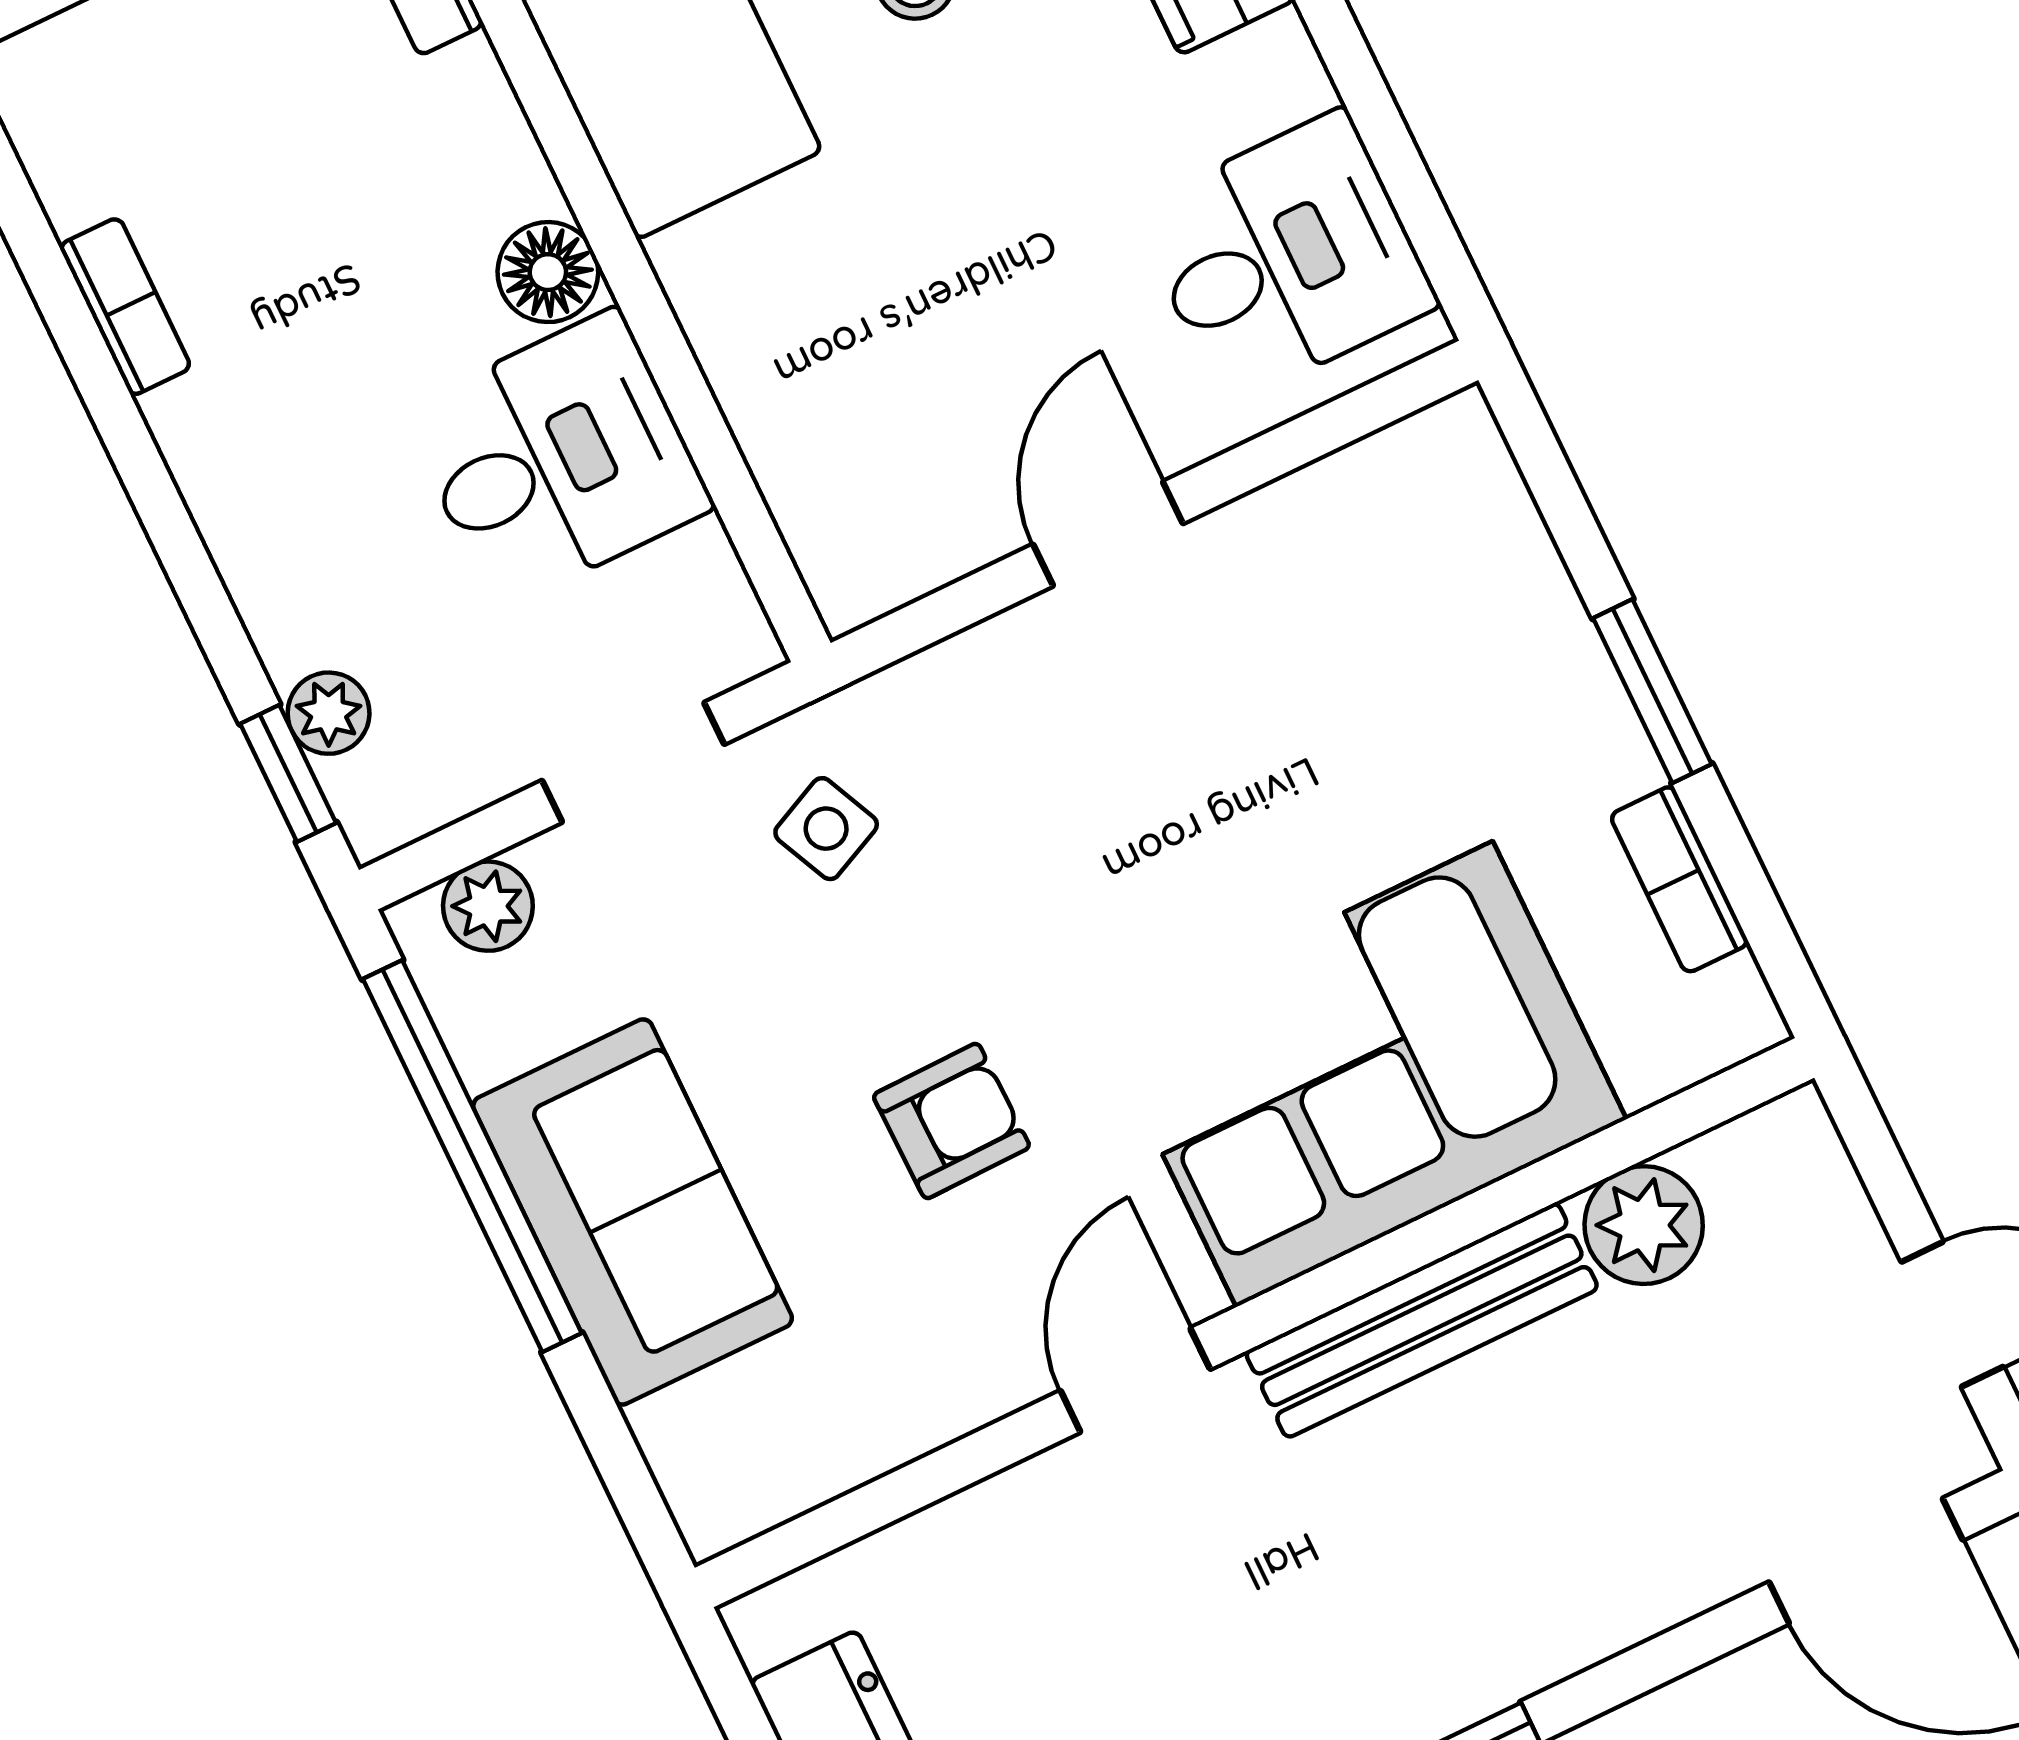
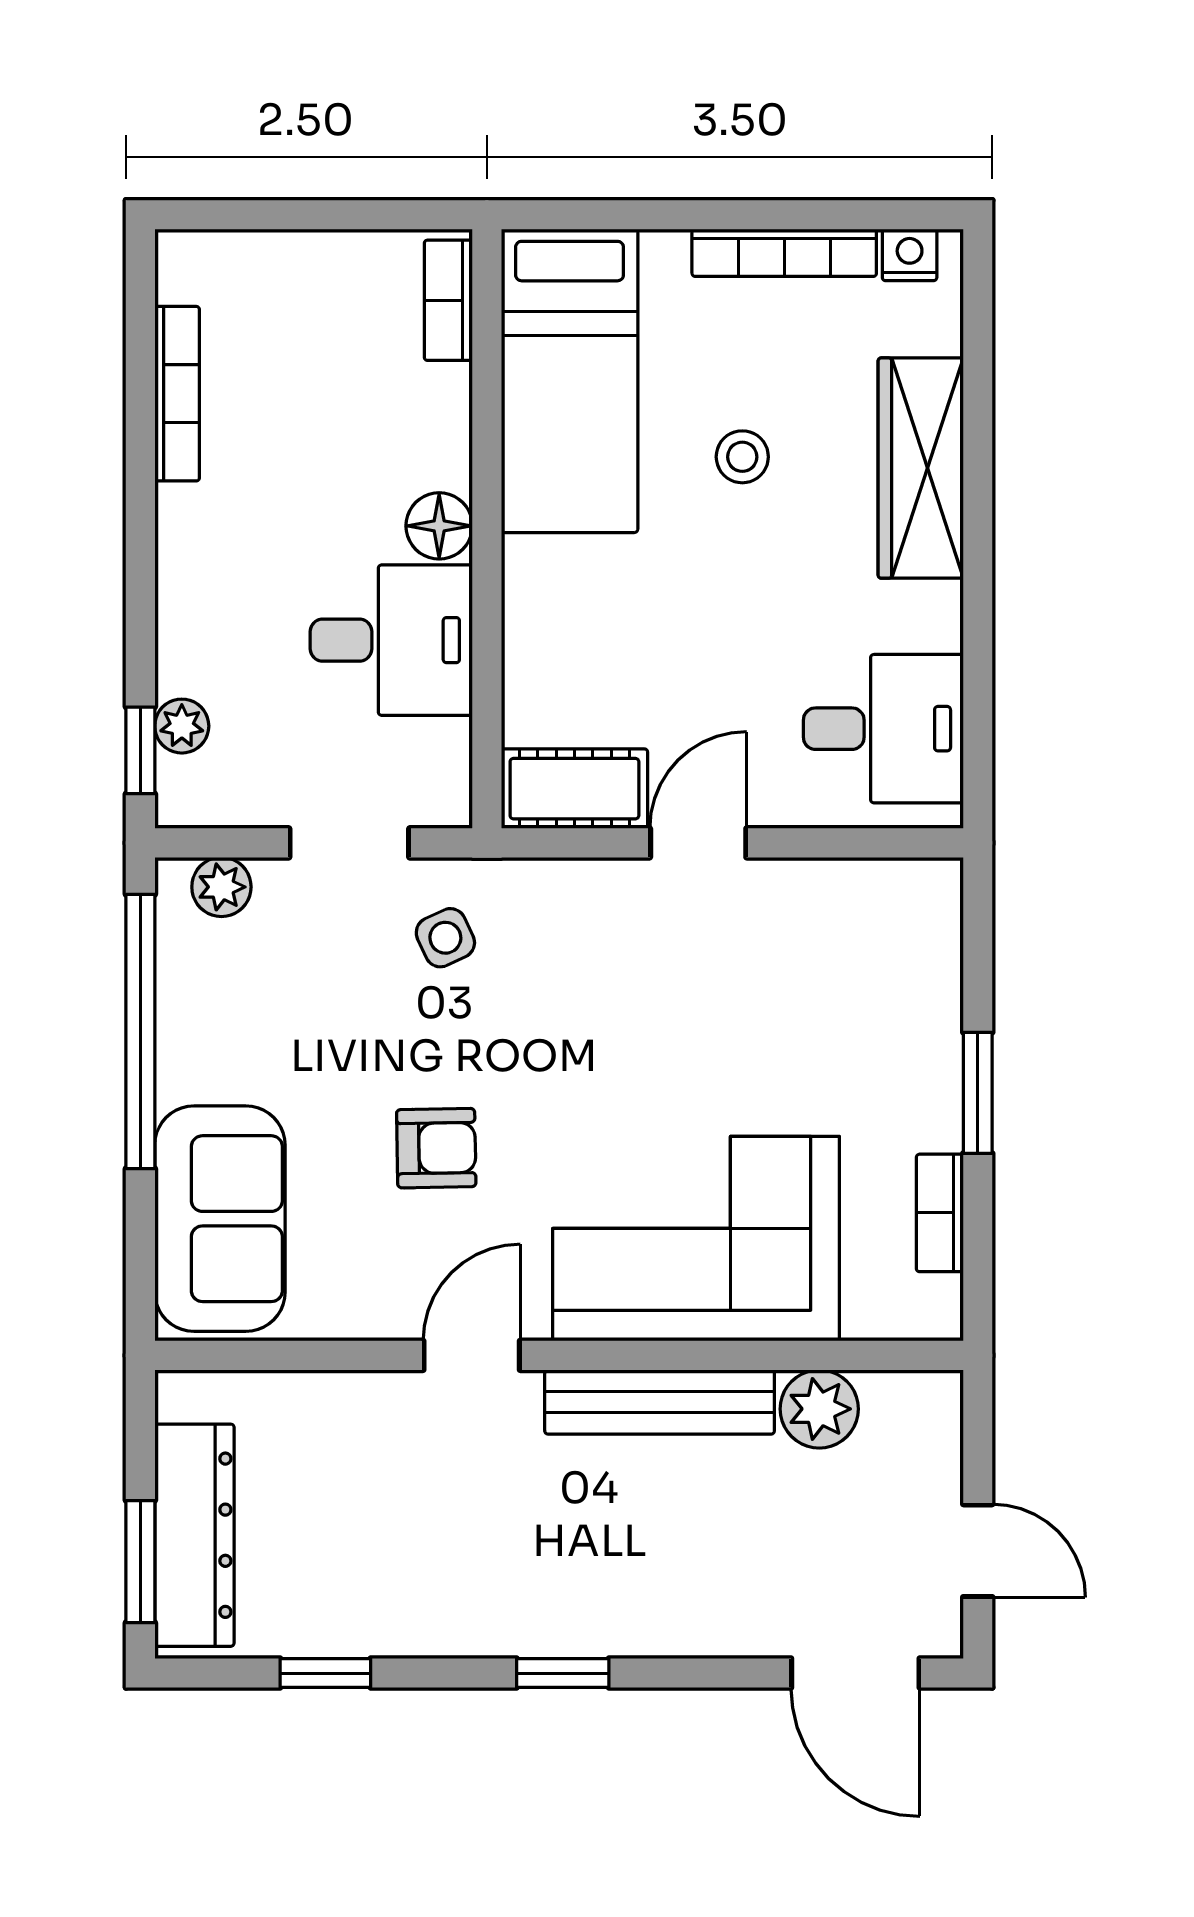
bookcase: (125, 307) -> (177, 394), width x1.56
cot: (904, 541) -> (574, 789), added
sofa: (633, 1212) -> (220, 1219), moved

